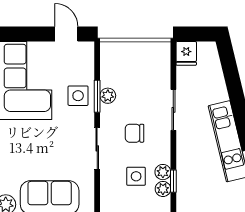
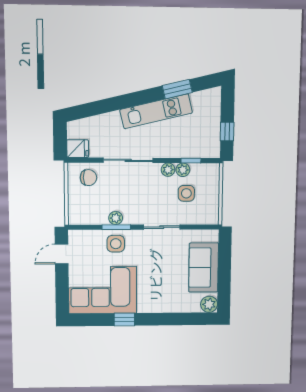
sliding door: (173, 110) -> (128, 160), width x1.37
chair: (135, 133) -> (88, 178), moved, turned -90
plant: (163, 189) -> (168, 170), moved

